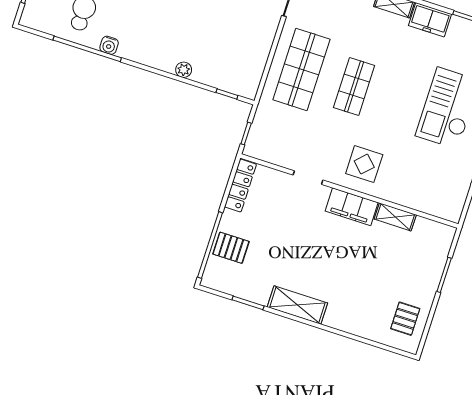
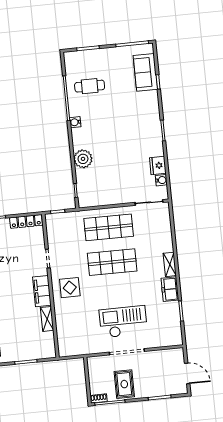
water cooler: (109, 45) -> (75, 122), moved
plant: (184, 70) -> (83, 159), width x1.87, depth x1.87
shop shelf: (354, 86) -> (112, 262), width x1.43, depth x1.36

